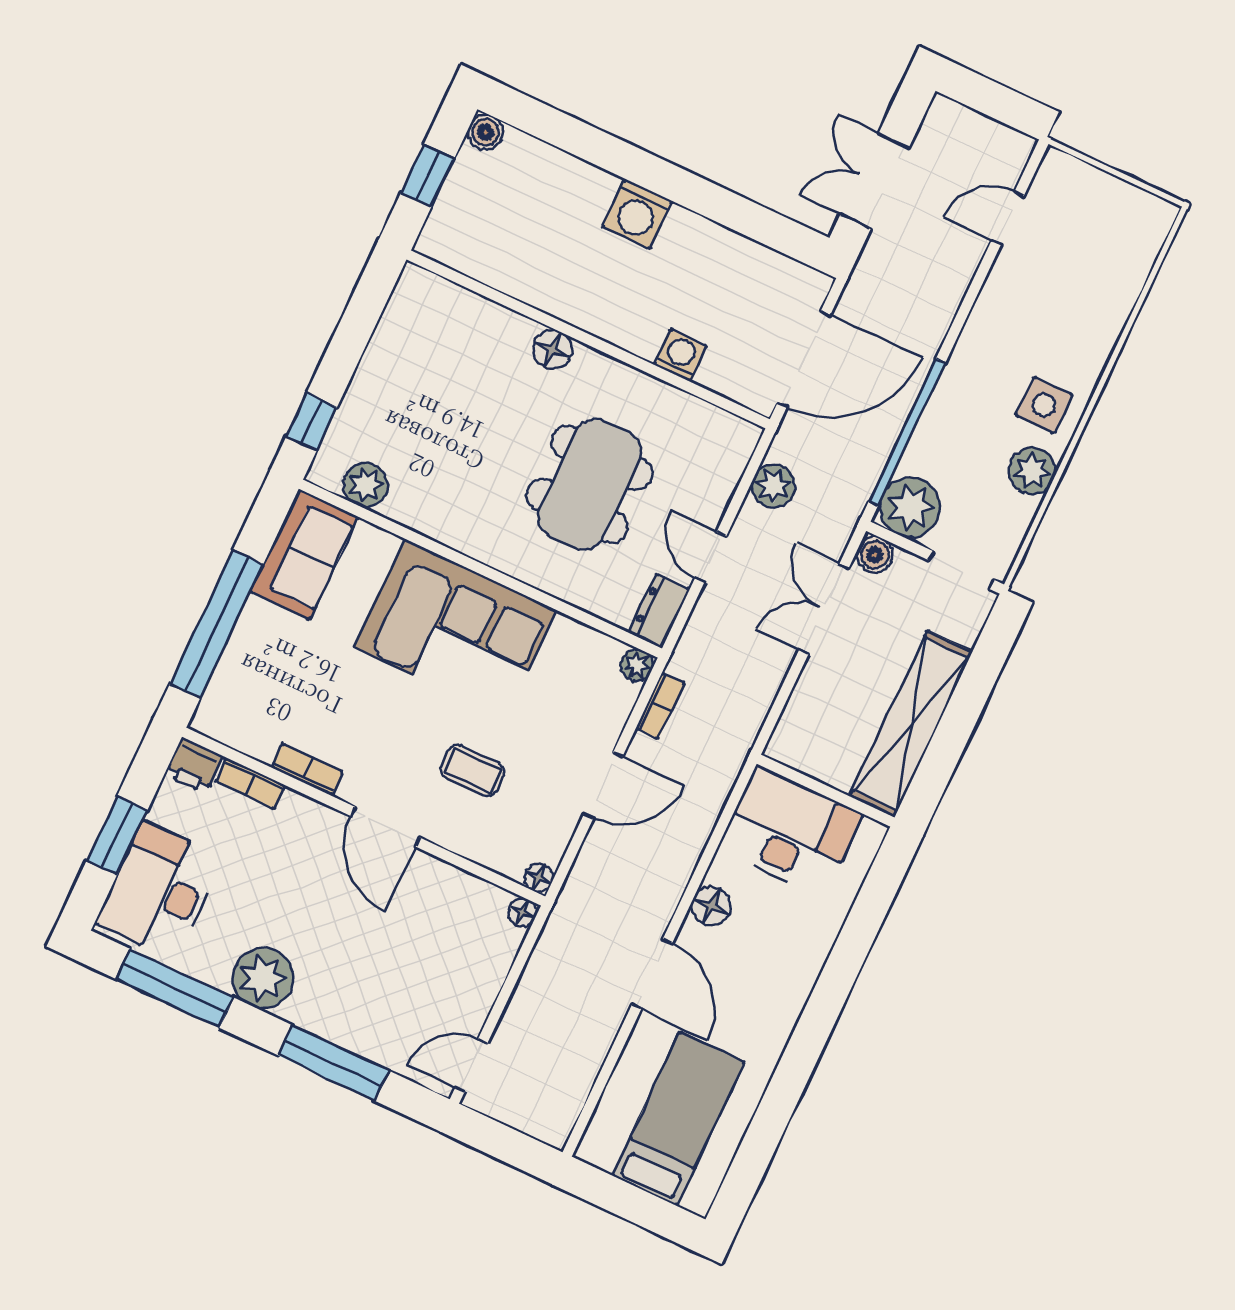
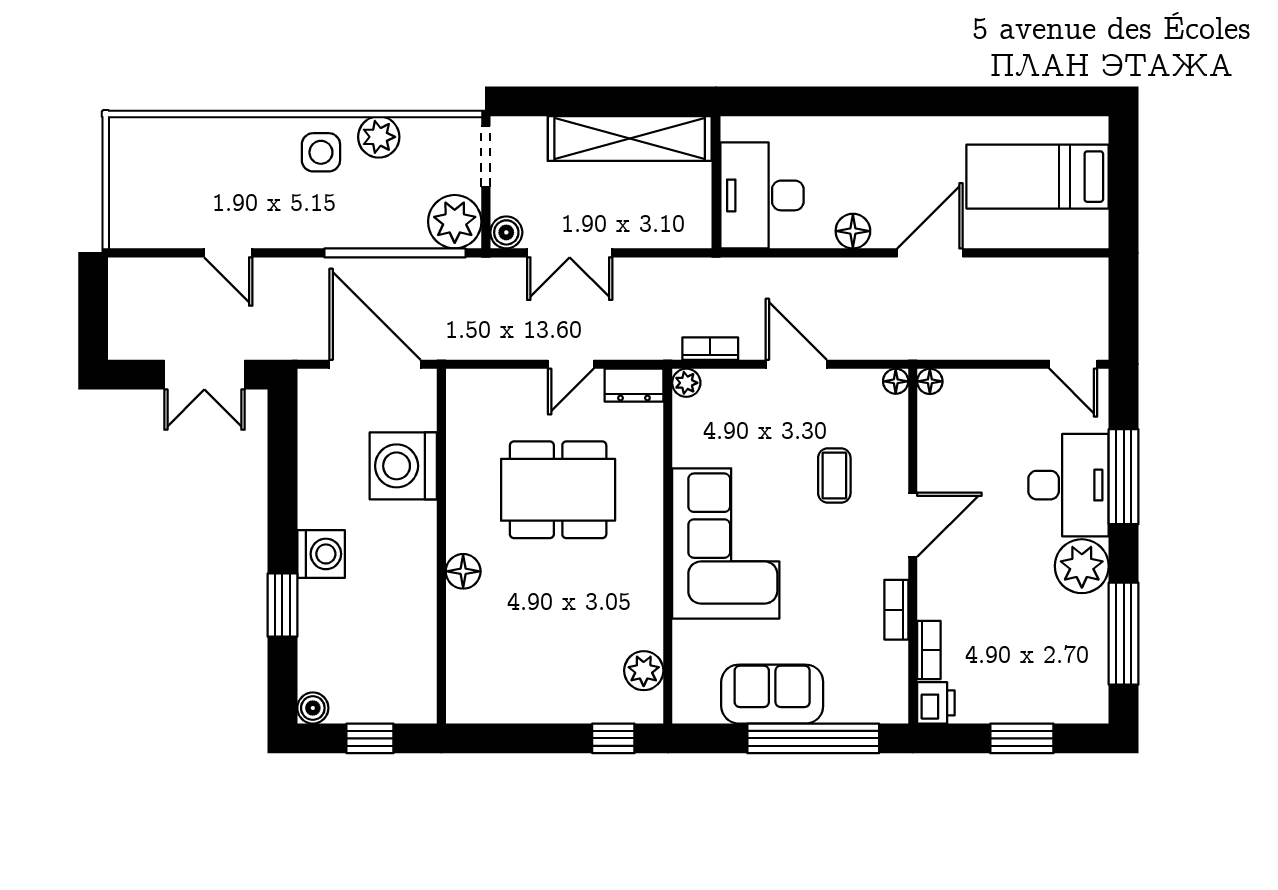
window: (604, 150) -> (282, 605), added
door: (1008, 218) -> (228, 253), moved
washing machine: (680, 355) -> (403, 466), width x1.89, depth x1.89
plant: (773, 486) -> (489, 341), removed
sofa: (304, 554) -> (772, 694), moved
desk: (159, 891) -> (1069, 485), moved, turned -90

